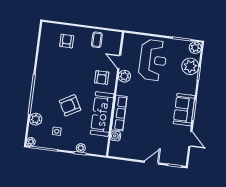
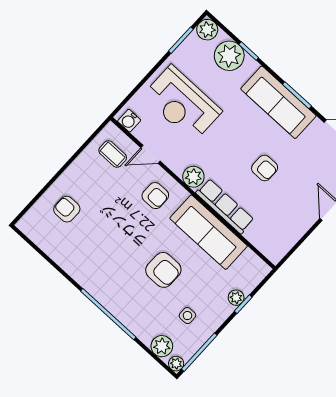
coffee table: (97, 40) -> (113, 154), moved
reception desk: (153, 60) -> (182, 104), turned 180
plant: (124, 76) -> (193, 177), moved
armchair: (70, 105) -> (163, 270), turned -61
sofa: (184, 110) -> (278, 102), width x1.36
plant: (36, 119) -> (162, 346), moved
armchair: (150, 119) -> (265, 168), added
water cooler: (115, 136) -> (129, 121), moved

